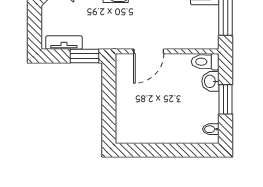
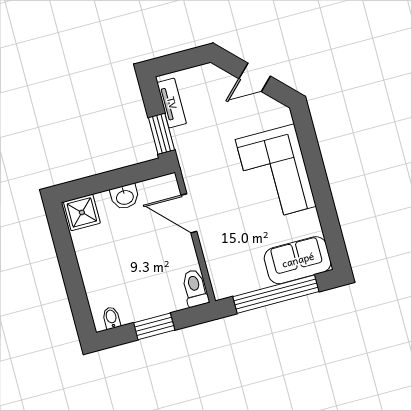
washbasin: (210, 81) -> (125, 197), moved, turned 180
shower: (127, 130) -> (82, 212), added

